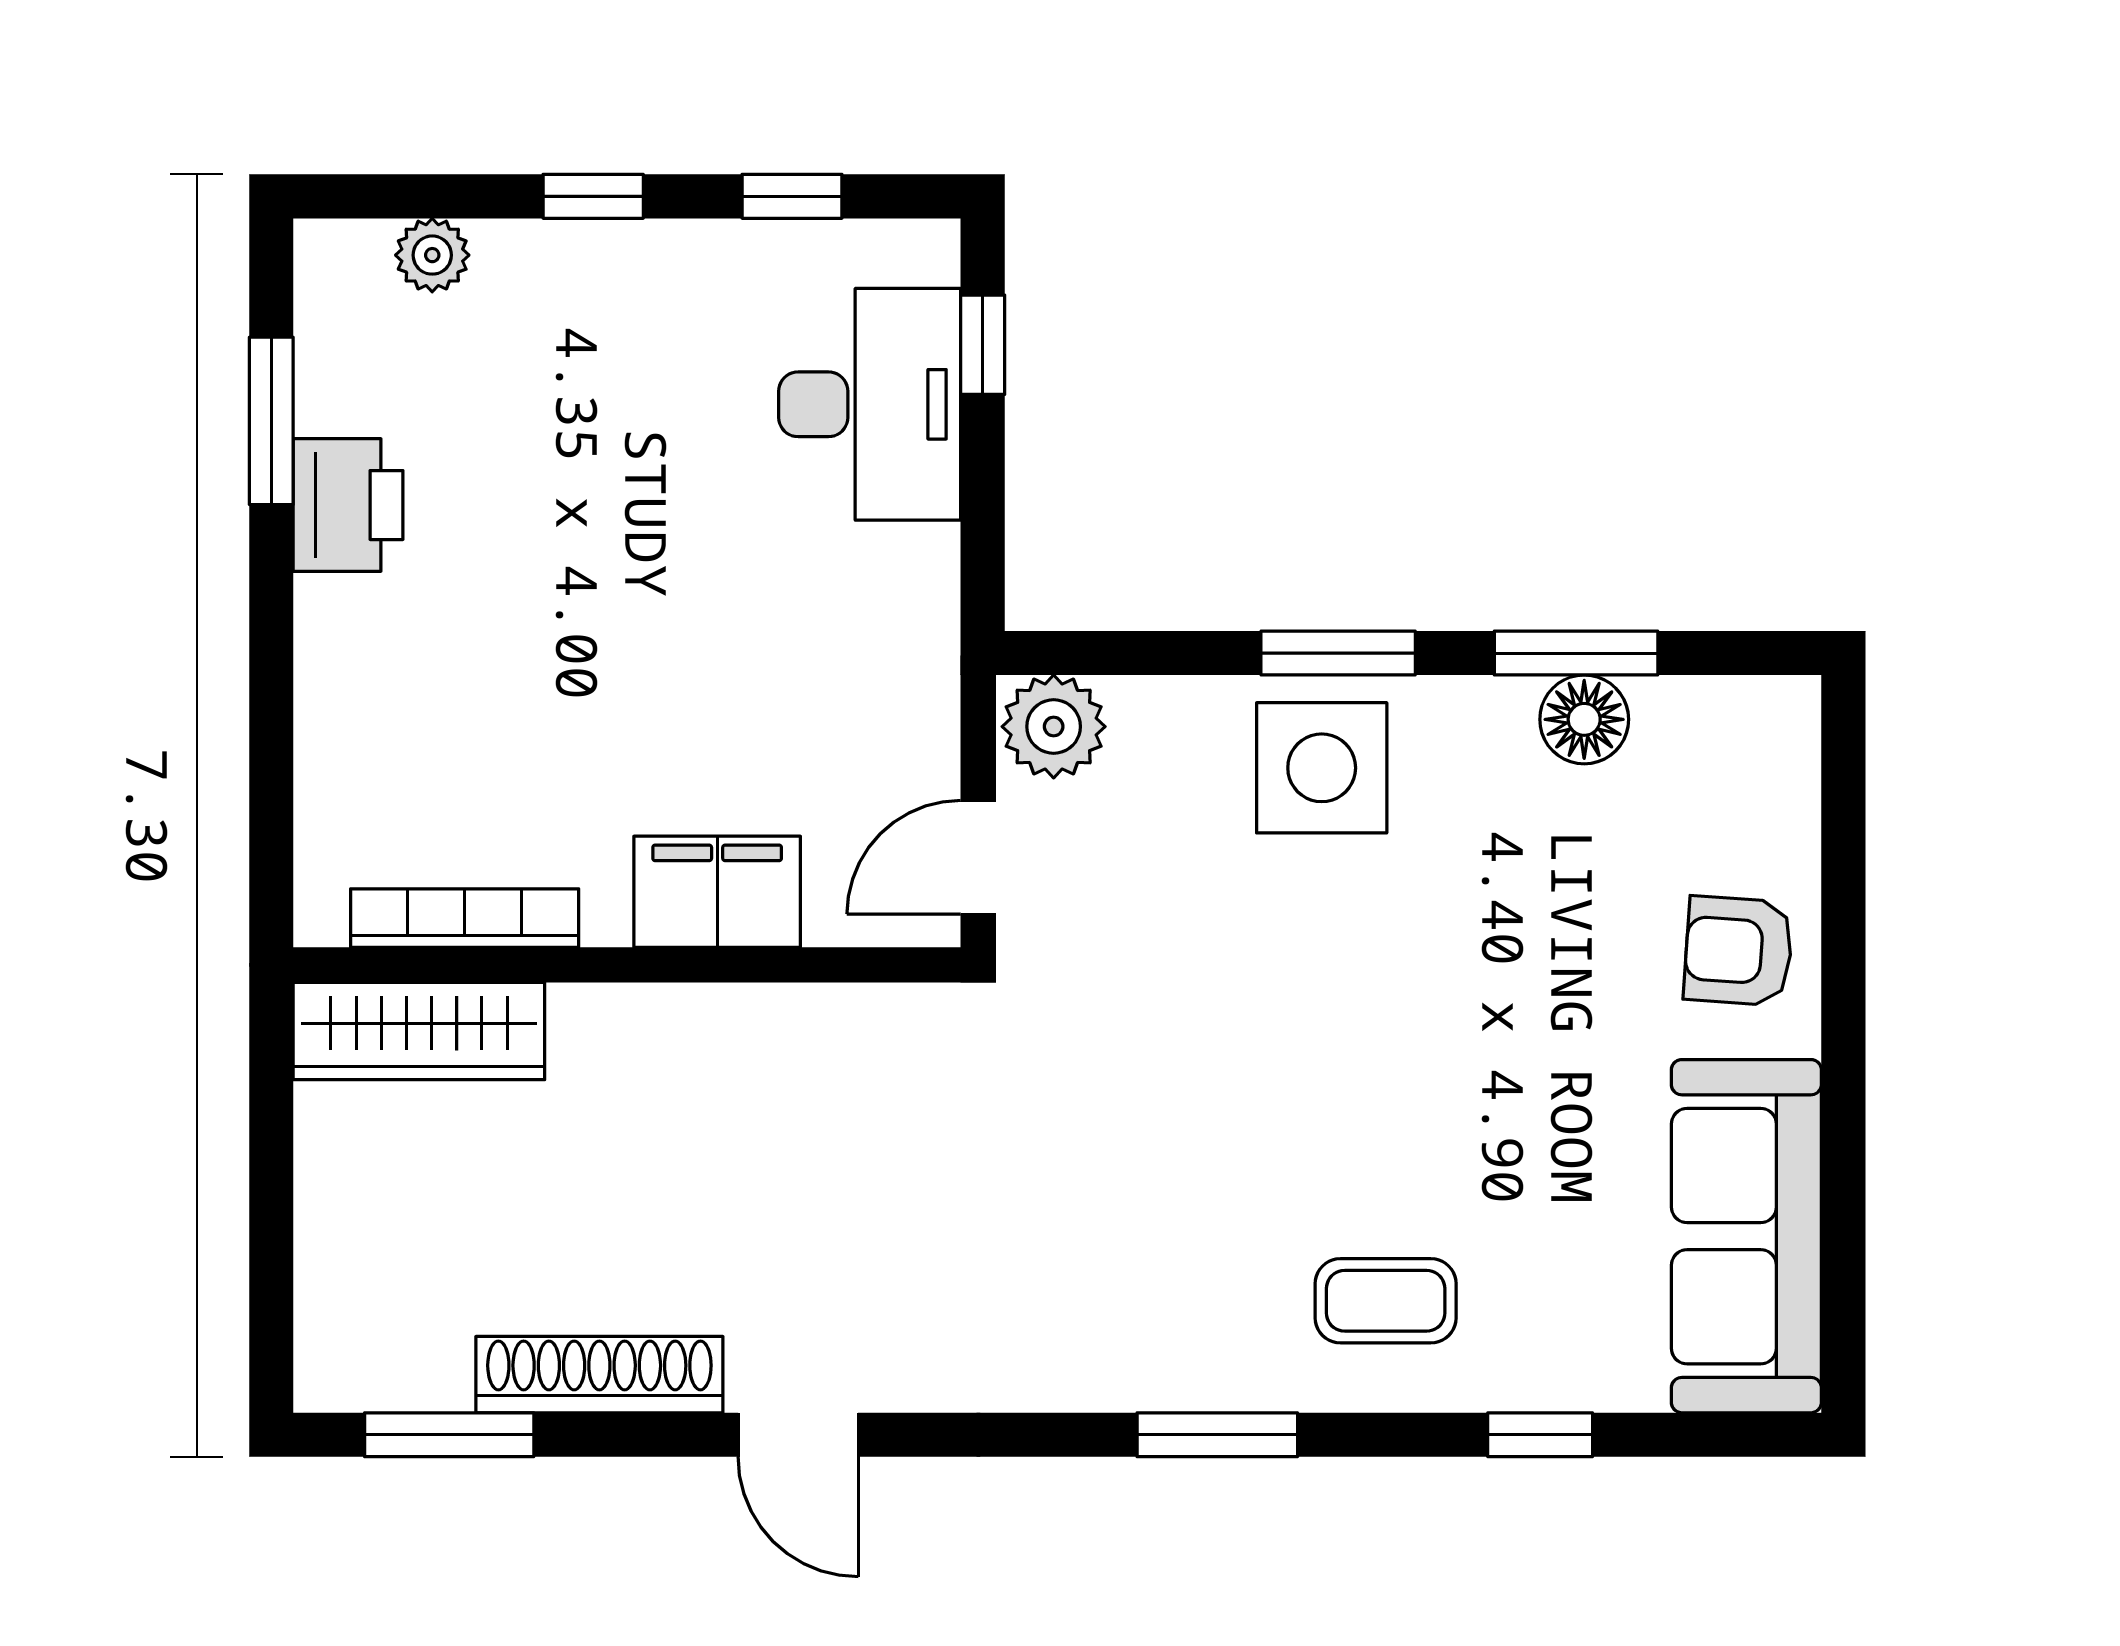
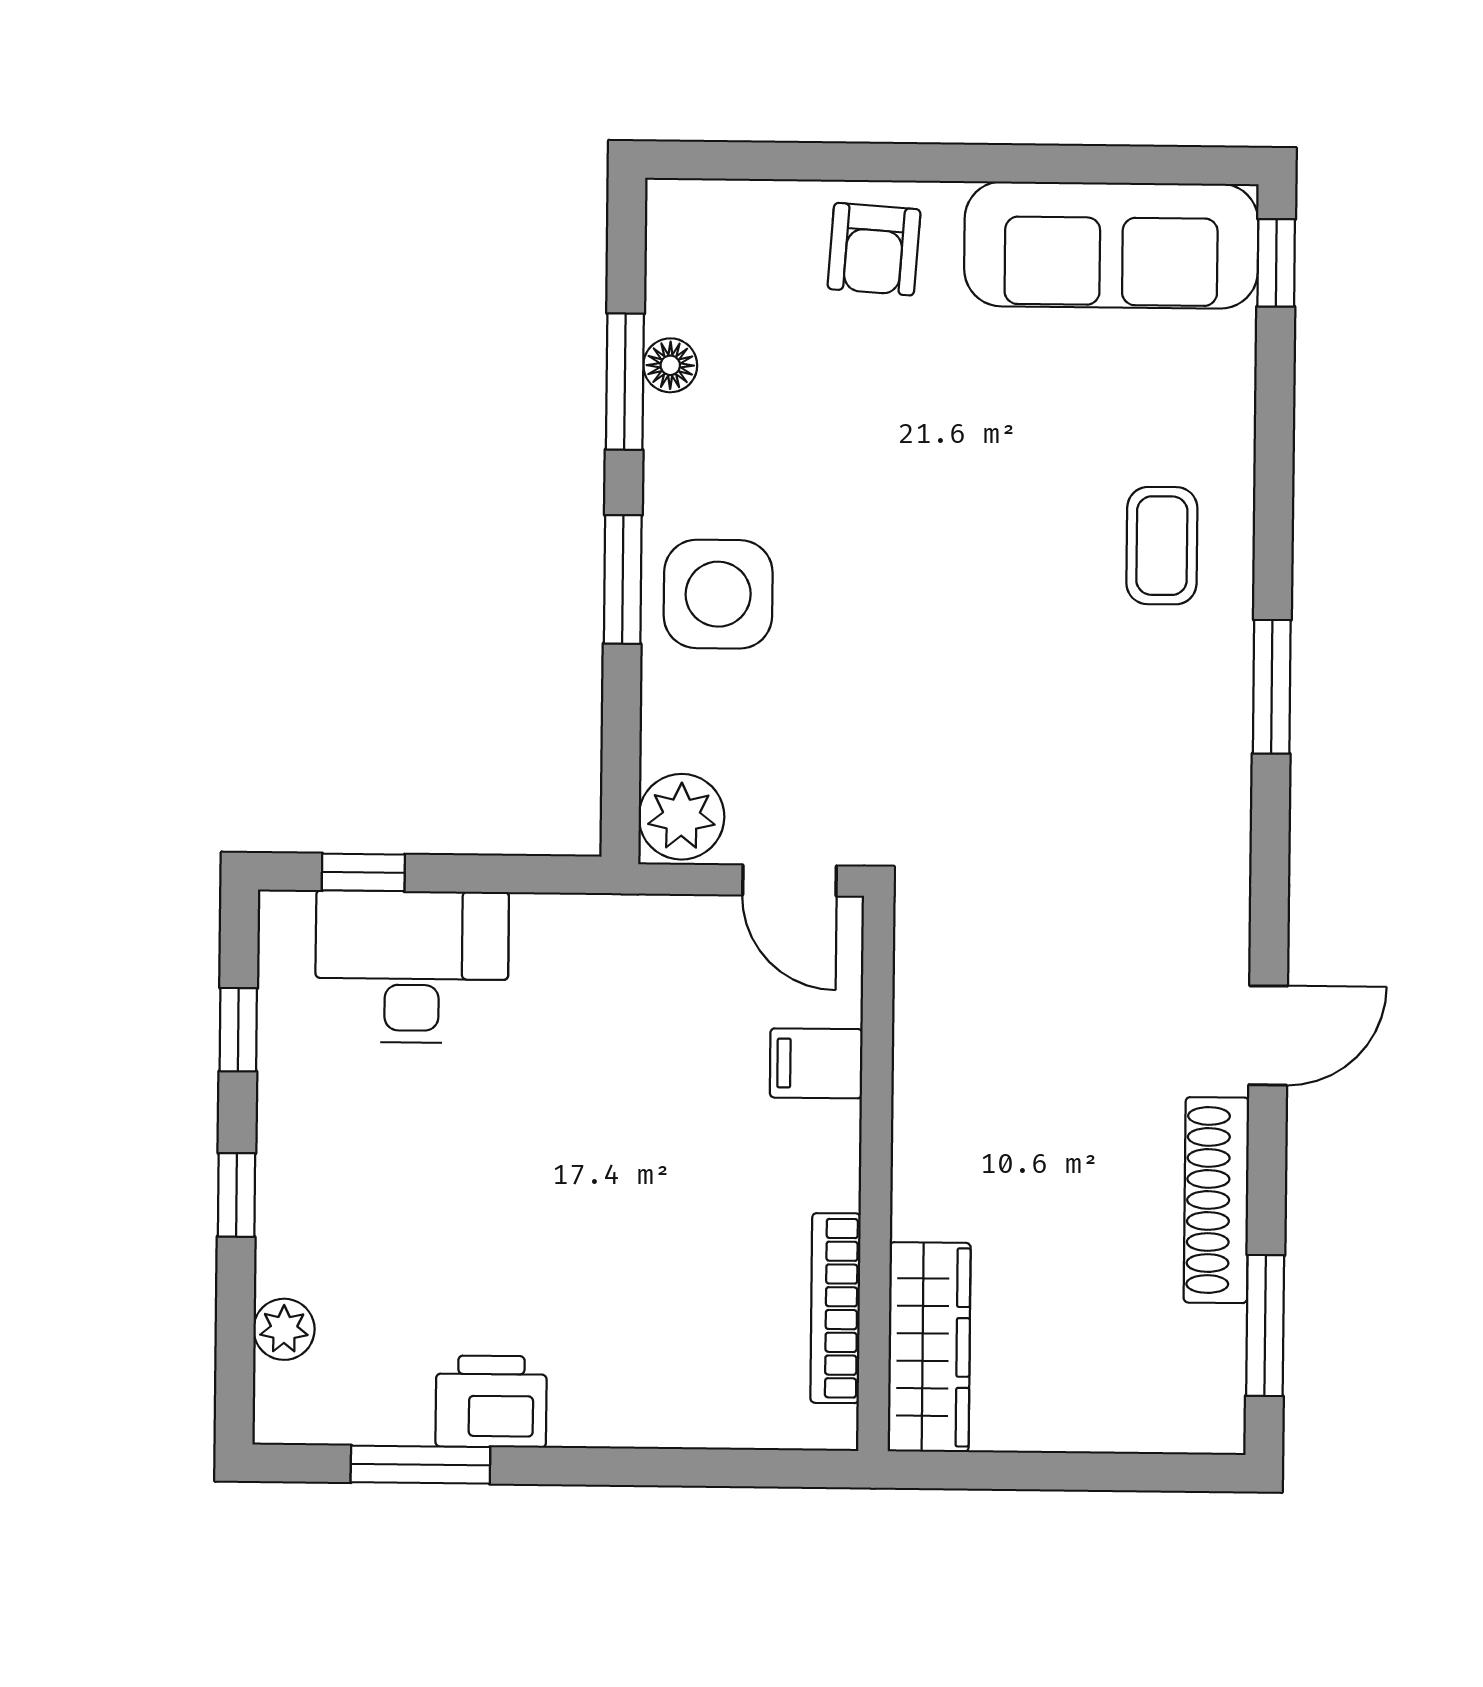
floor lamp: (1584, 719) -> (670, 365), width x0.73, depth x0.73
filing cabinet: (717, 892) -> (816, 1063), width x0.50
window: (1540, 1435) -> (1276, 263), moved

